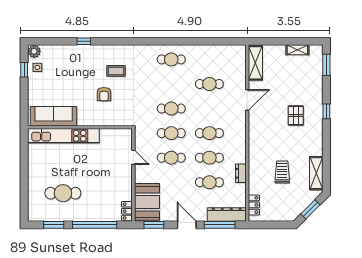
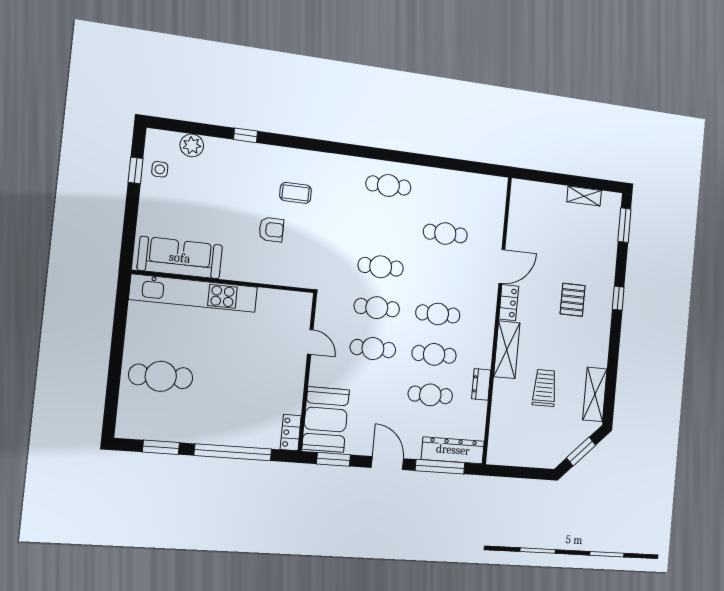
plant: (34, 51) -> (192, 145), moved
shelving: (255, 63) -> (507, 350), moved
armchair: (104, 94) -> (271, 230), turned -90
cafe table: (63, 193) -> (161, 376), moved
locker: (254, 205) -> (509, 303), moved

